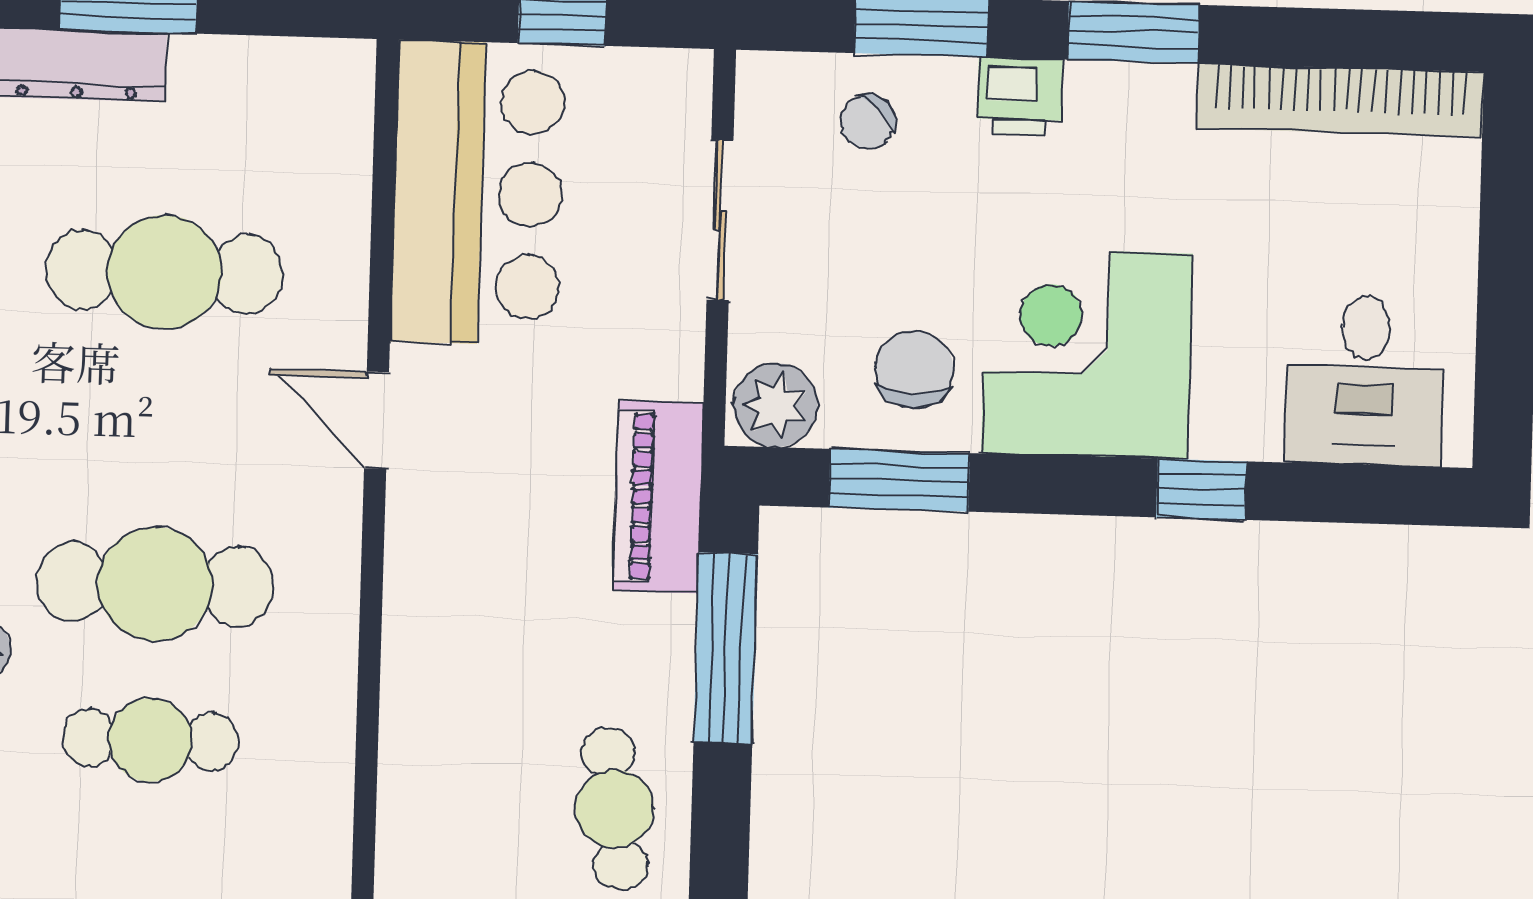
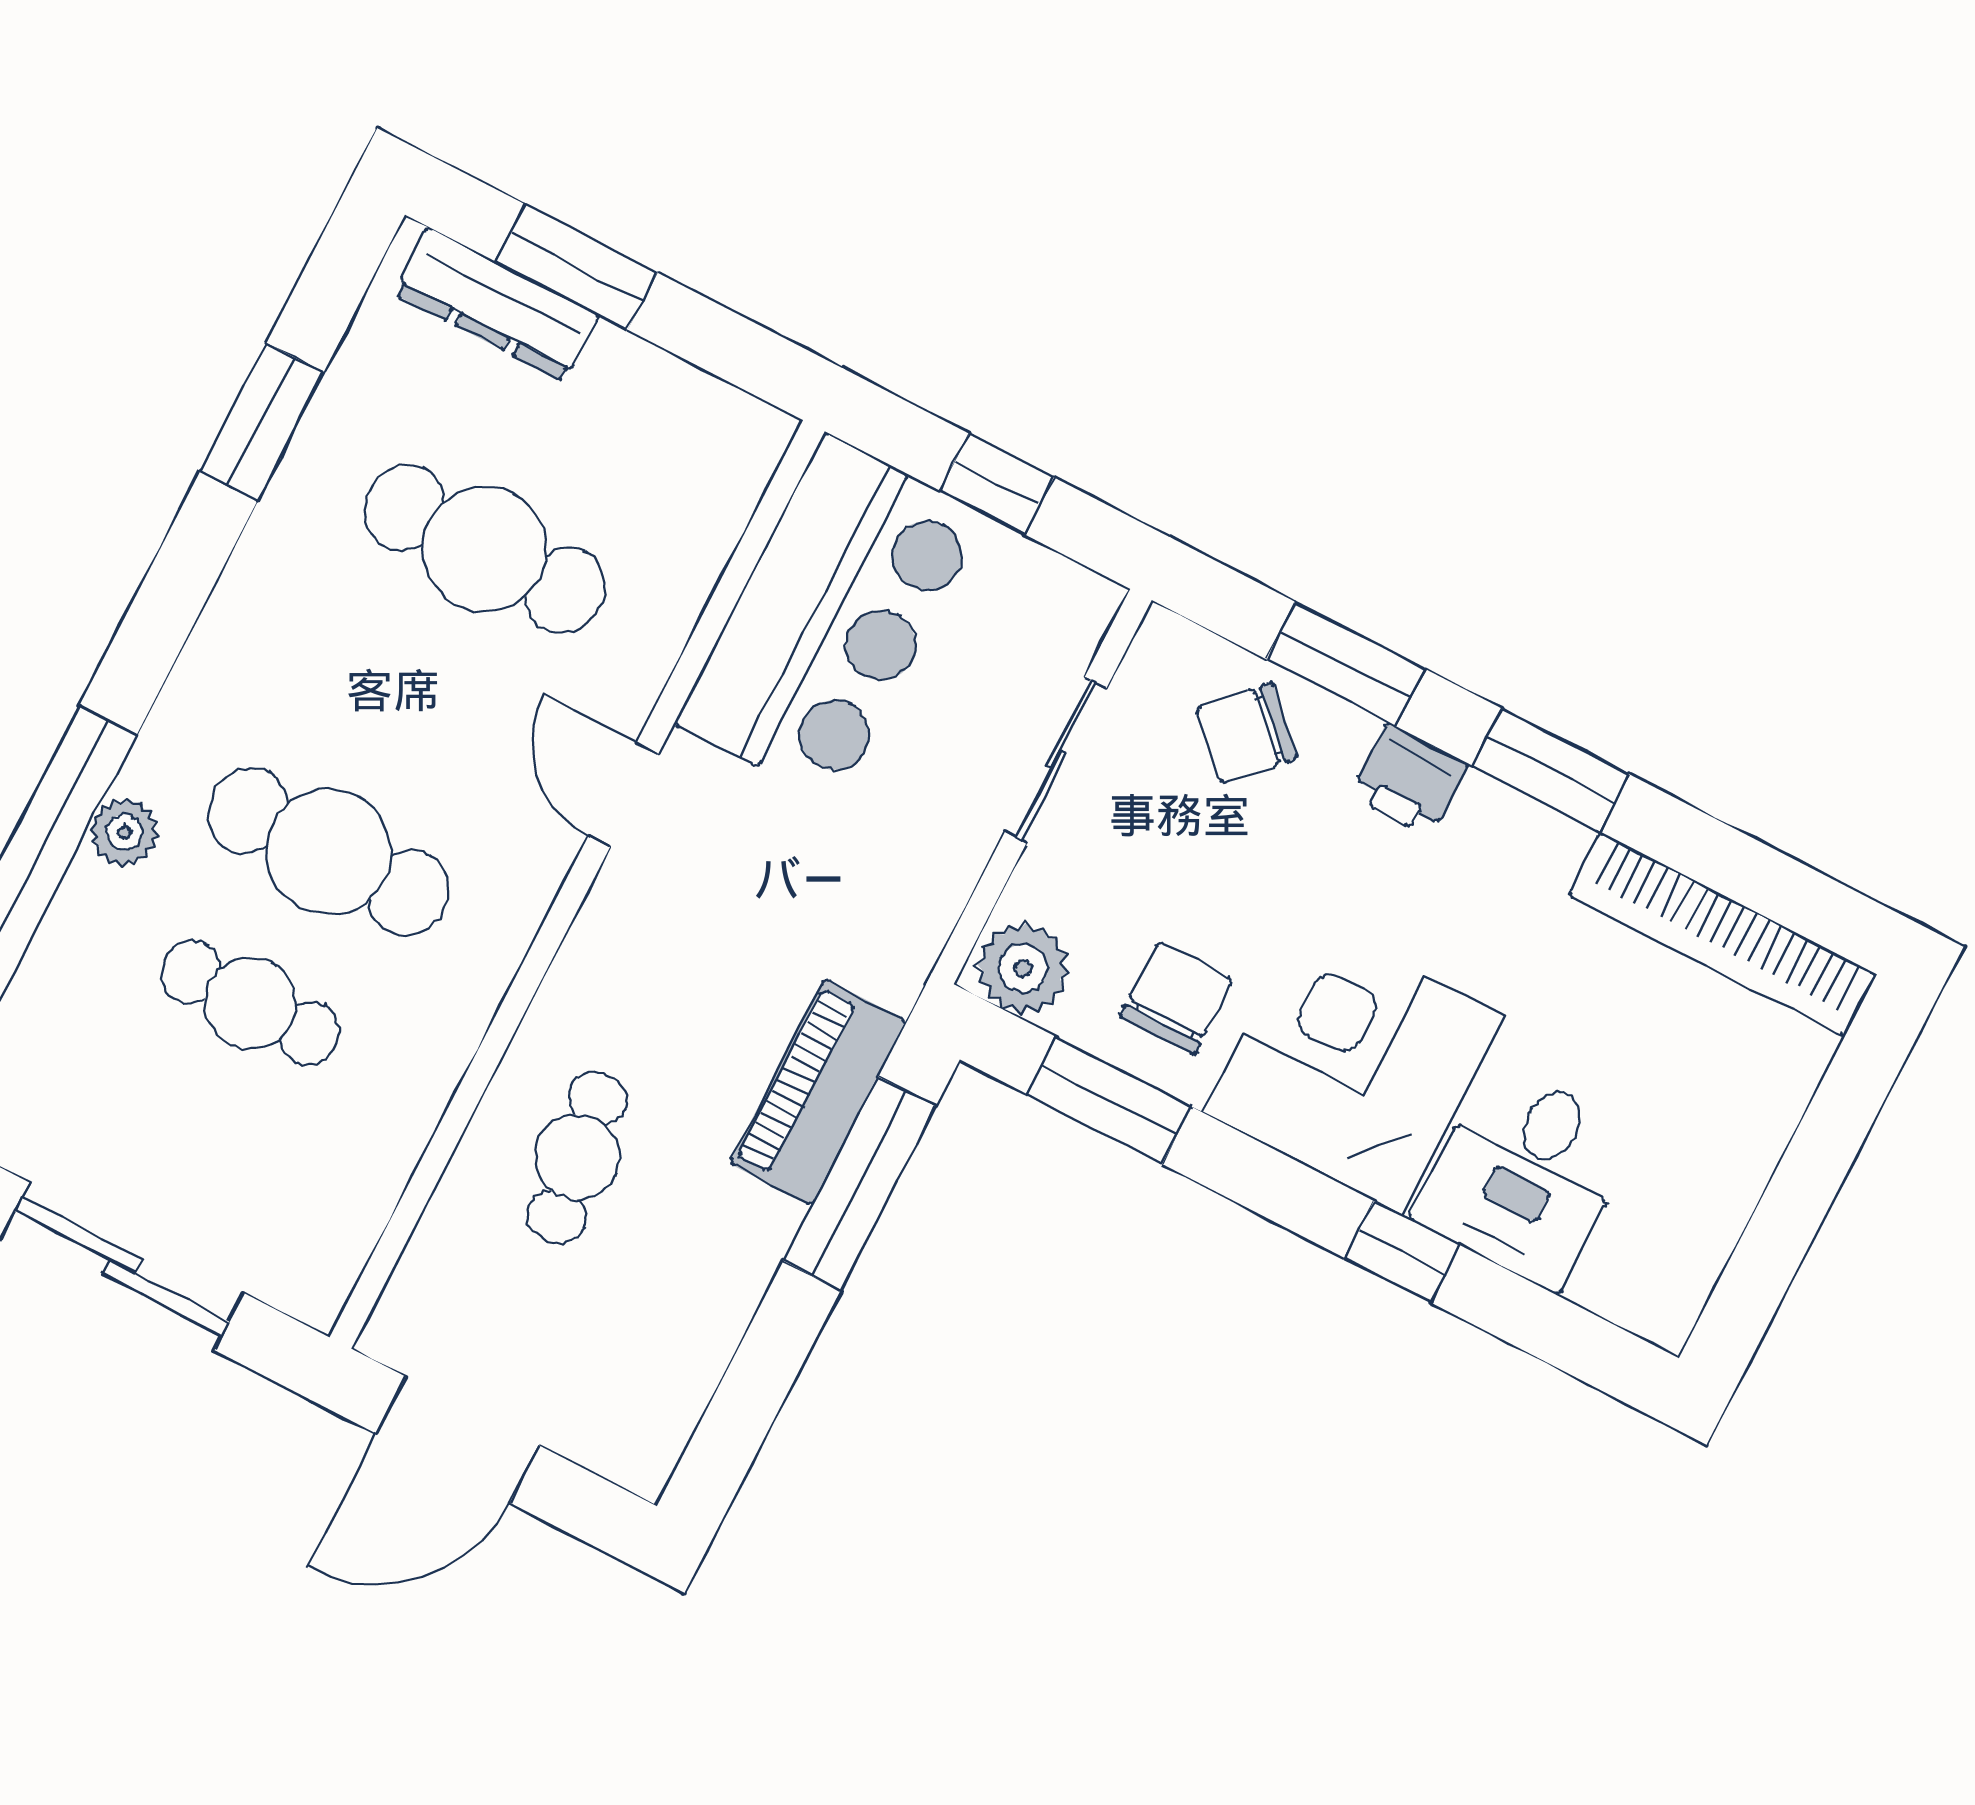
chair: (868, 122) -> (1247, 733), width x1.37, depth x1.37
desk: (1365, 381) -> (1526, 1176), moved
piano: (658, 497) -> (818, 1092), moved
cafe table: (615, 809) -> (577, 1157), moved

